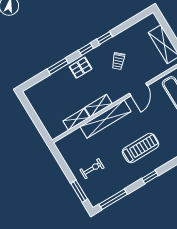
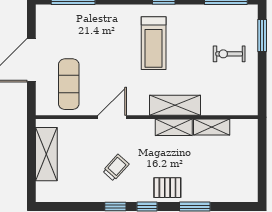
shelving: (106, 119) -> (175, 105), width x0.68
treadmill: (140, 148) -> (154, 43), turned -90

